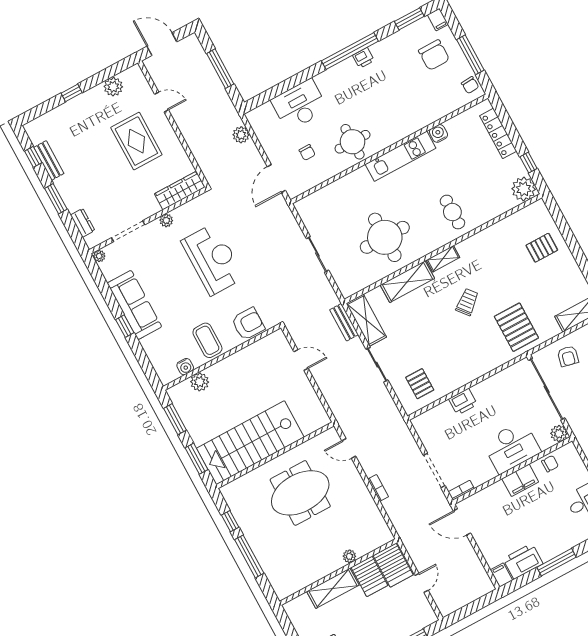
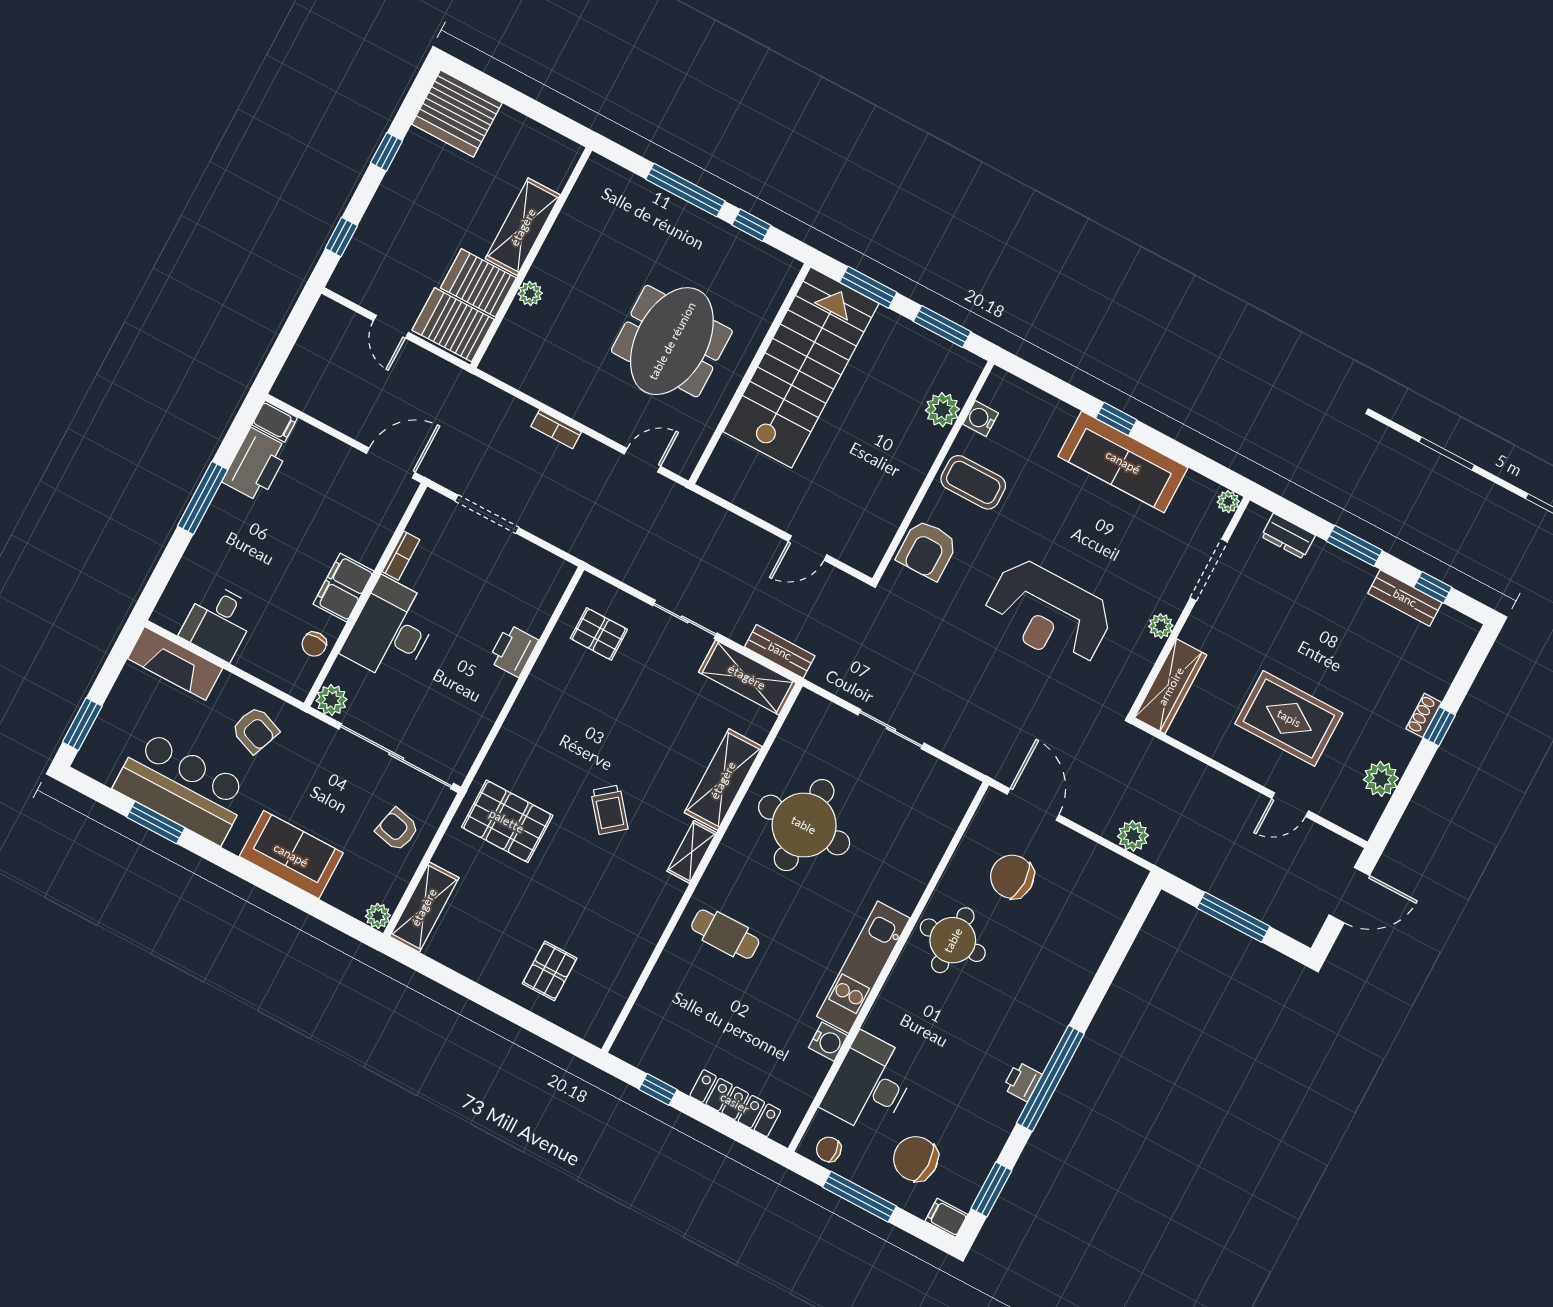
shoe rack: (75, 102) -> (1424, 715), added
desk: (299, 105) -> (869, 1084), moved, turned 180
chair: (307, 152) -> (1012, 877), width x1.87, depth x1.87
plant: (524, 189) -> (638, 1043), removed
bookcase: (461, 490) -> (401, 556), moved

